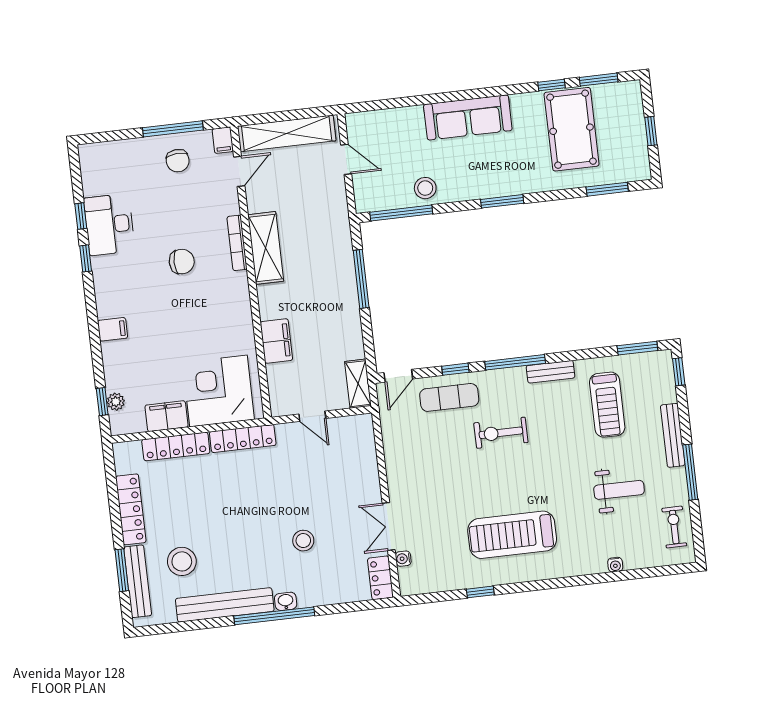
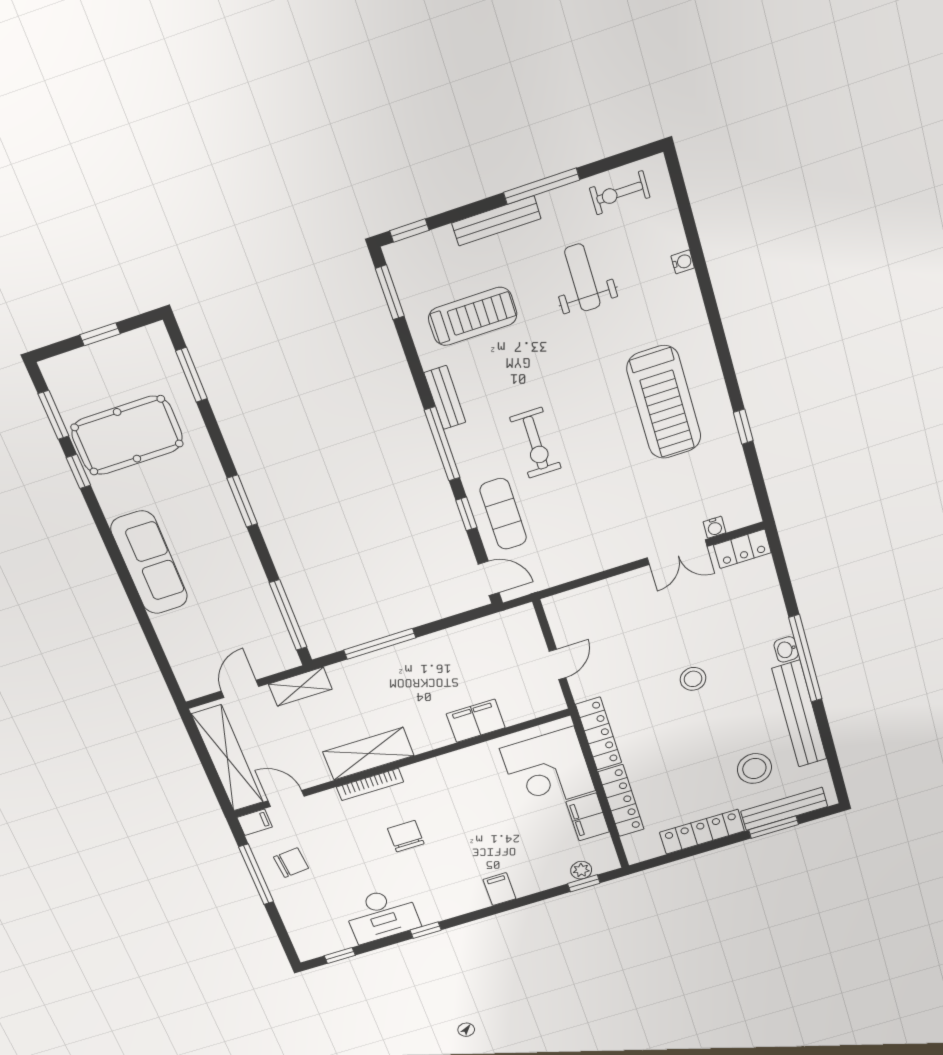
stool: (425, 188) -> (250, 594), removed
window: (81, 216) -> (340, 956), moved
shelving: (358, 384) -> (300, 687), moved
stool: (303, 541) -> (693, 679), moved

